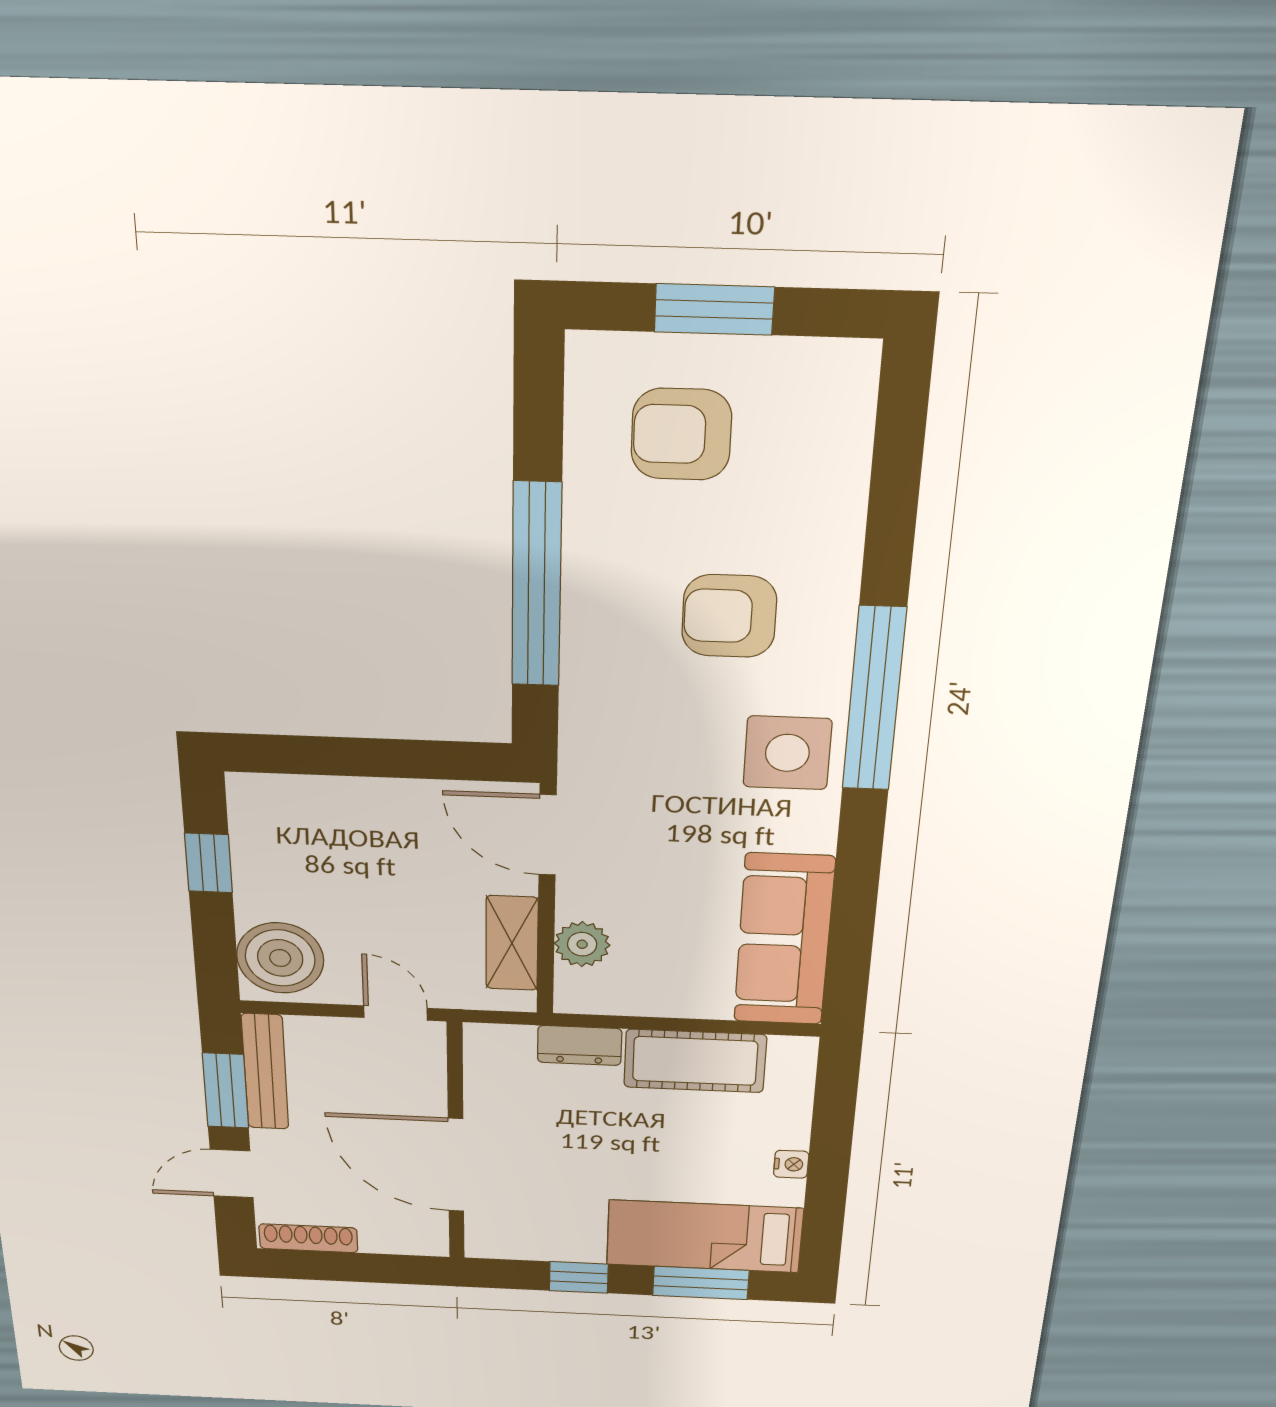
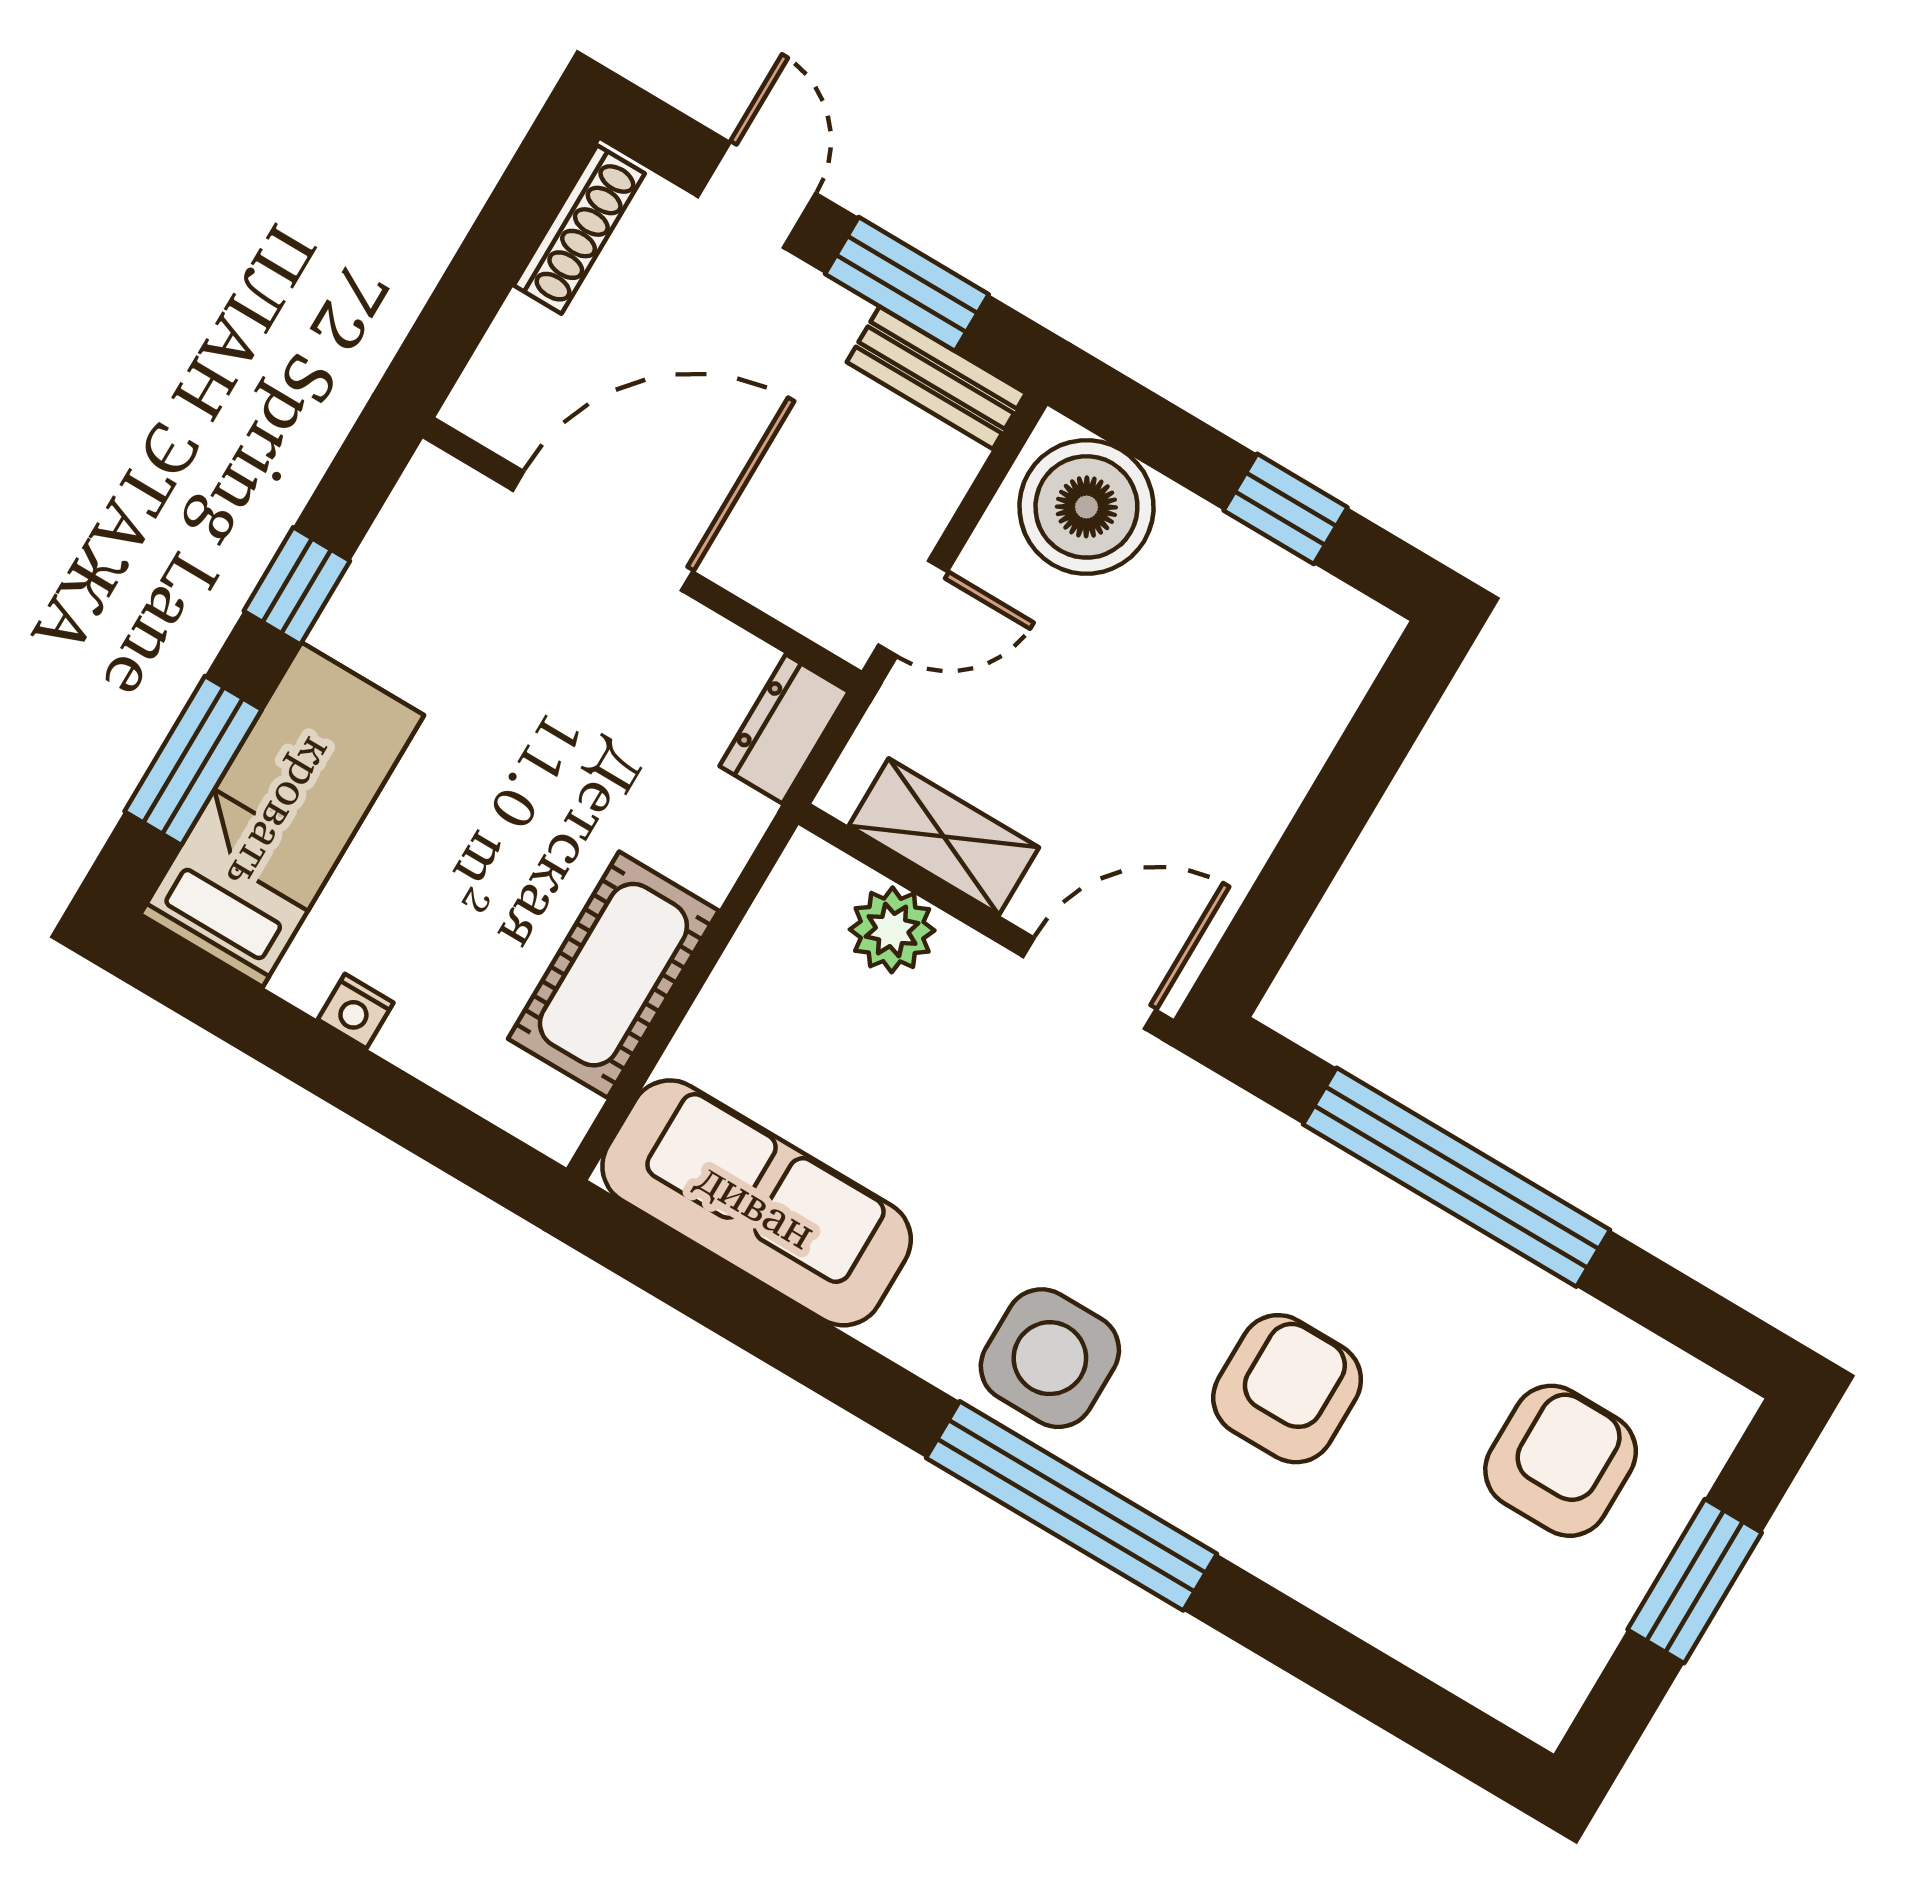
dresser: (580, 1045) -> (784, 729), moved
bench: (265, 1072) -> (936, 378), width x0.73

